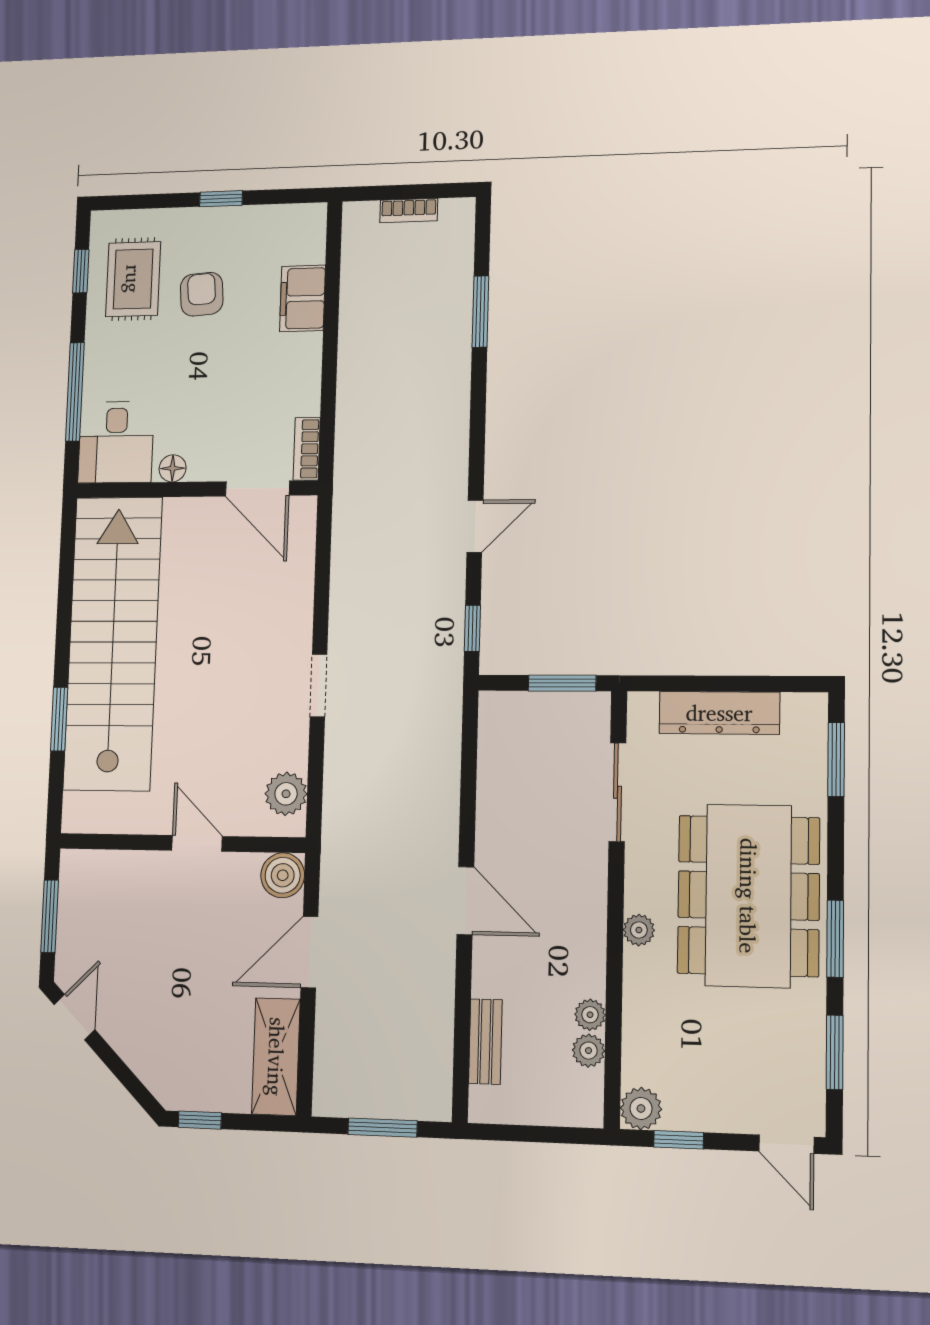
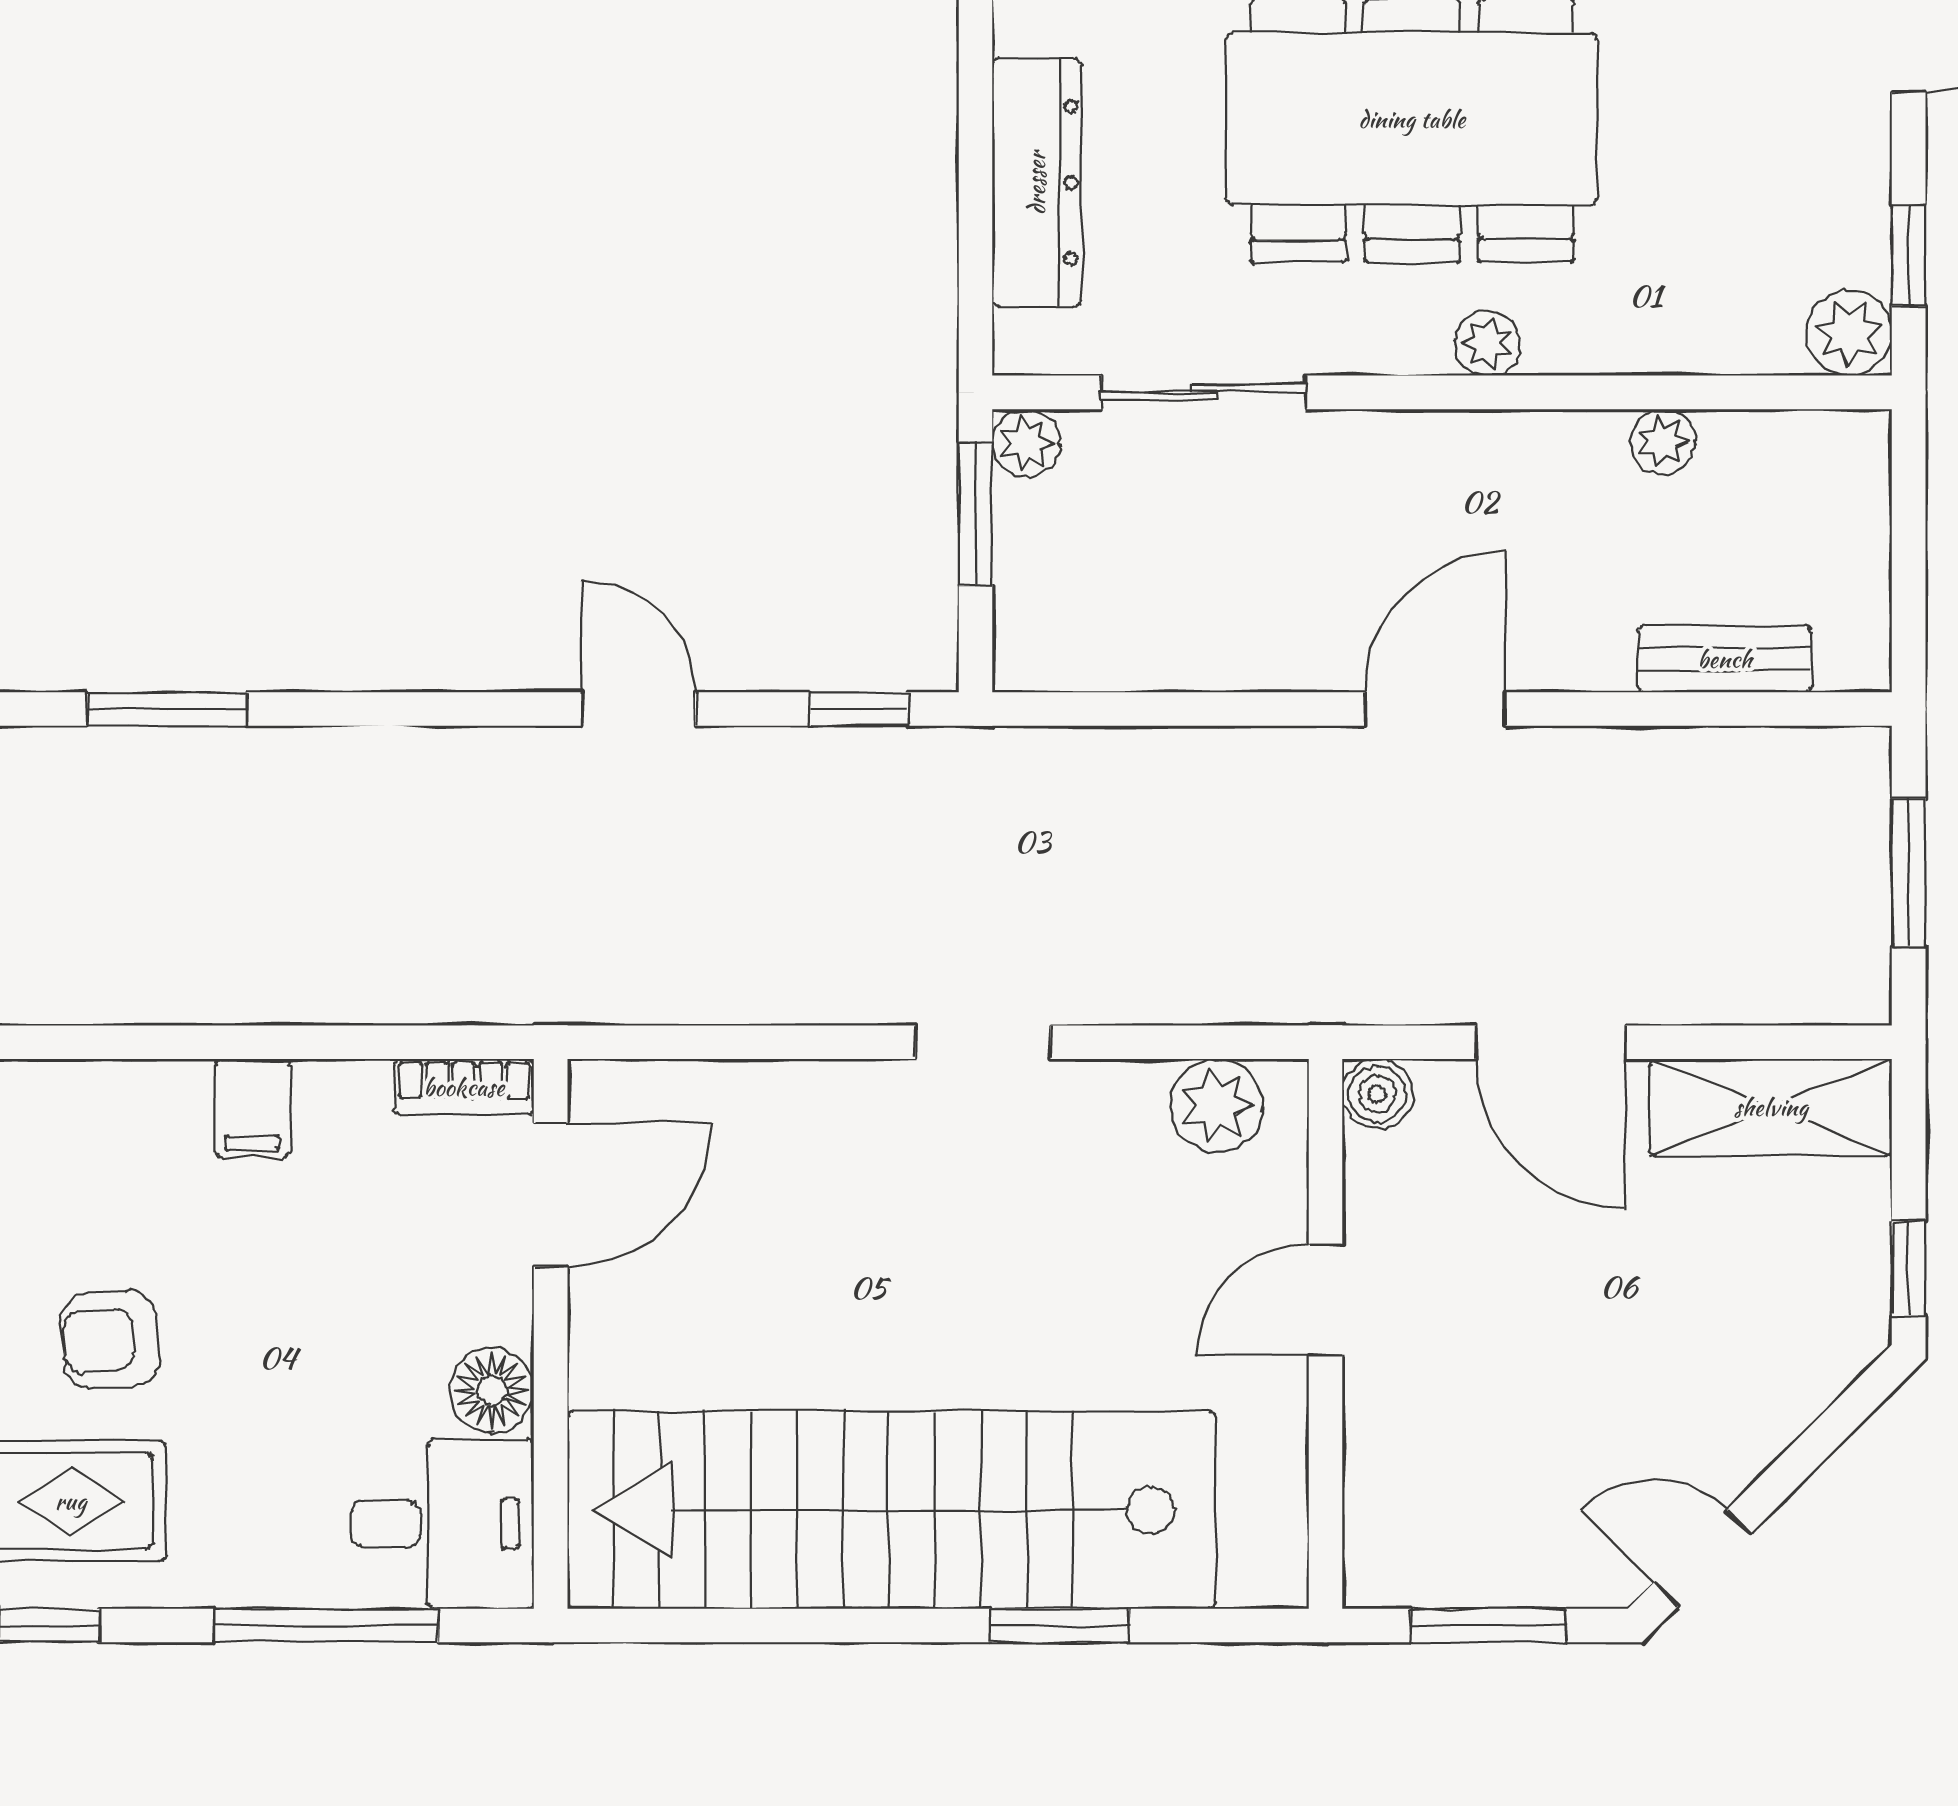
filing cabinet: (302, 298) -> (253, 1108), moved, width x0.50
floor lamp: (173, 468) -> (492, 1390), width x1.37, depth x1.37
boiler: (283, 875) -> (1377, 1094), width x0.73, depth x0.73
plant: (588, 1051) -> (1026, 443), moved

